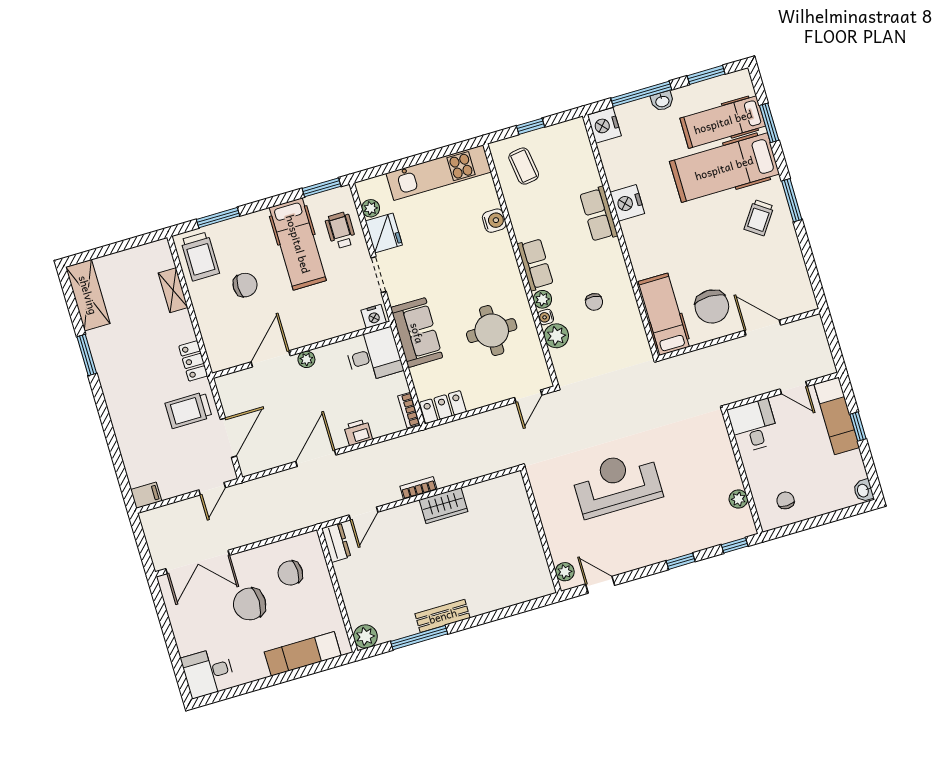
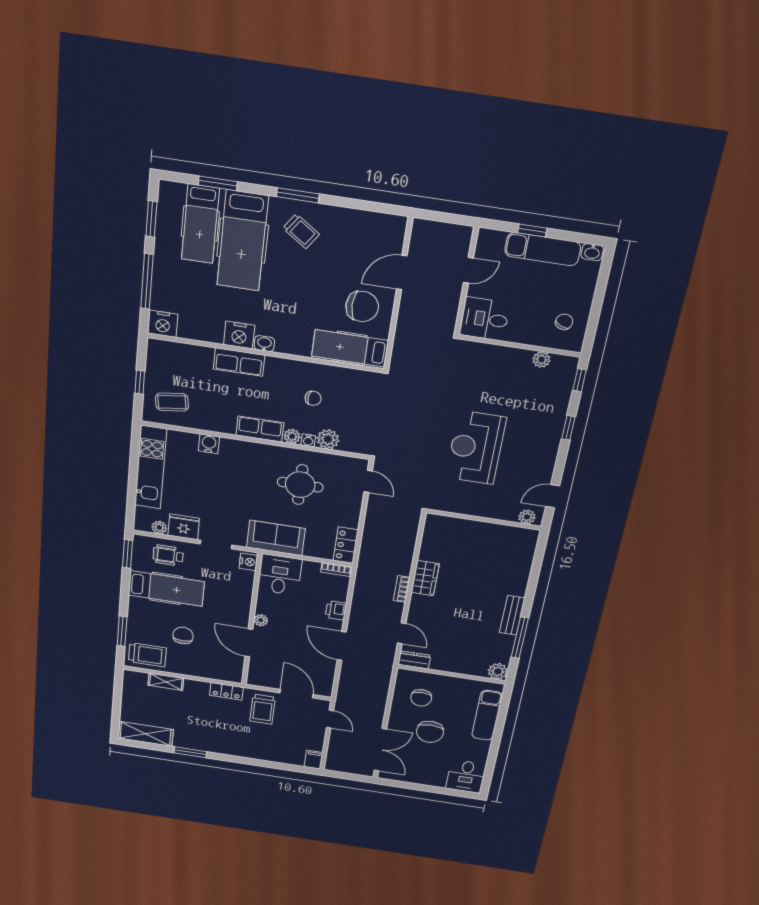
washbasin: (662, 101) -> (264, 344), moved, turned -90
exam couch: (837, 416) -> (543, 249), moved
chair: (786, 500) -> (564, 322), turned 112

